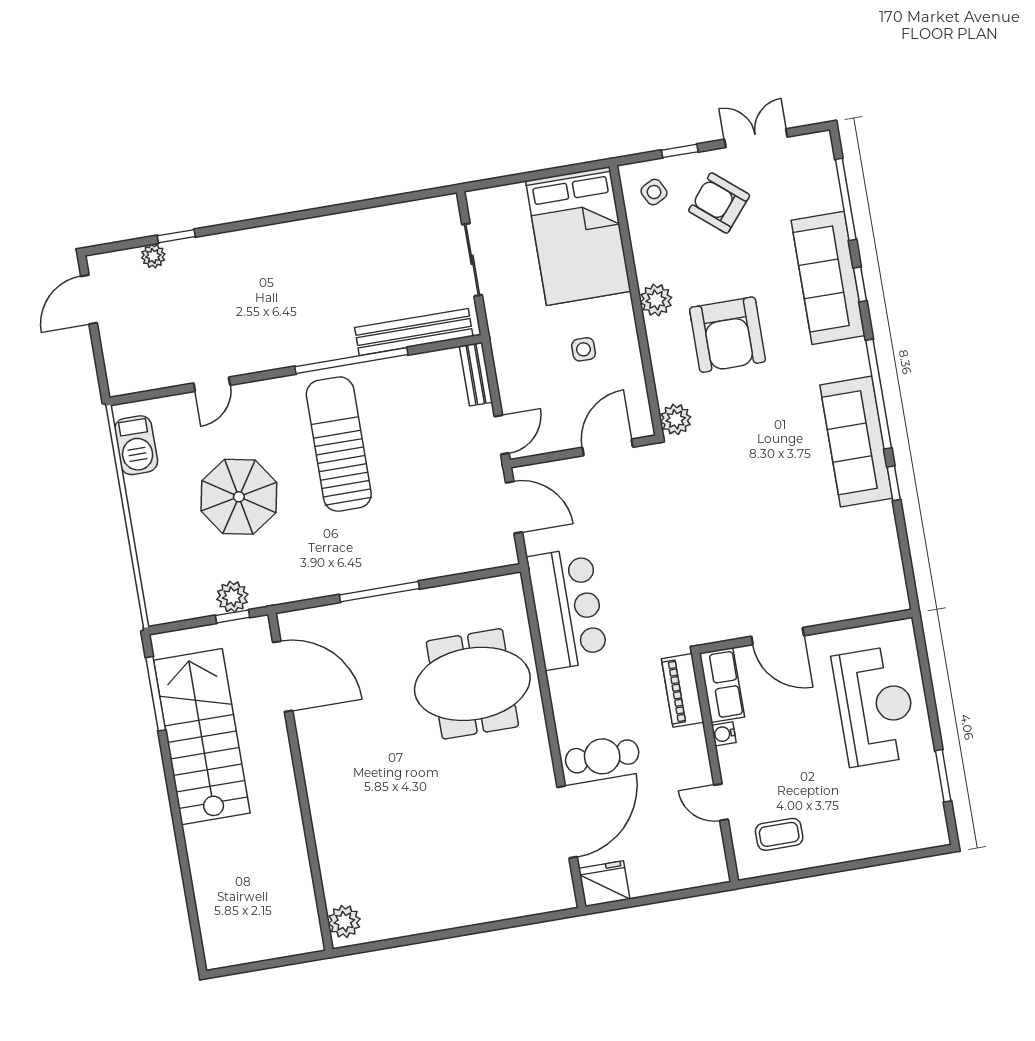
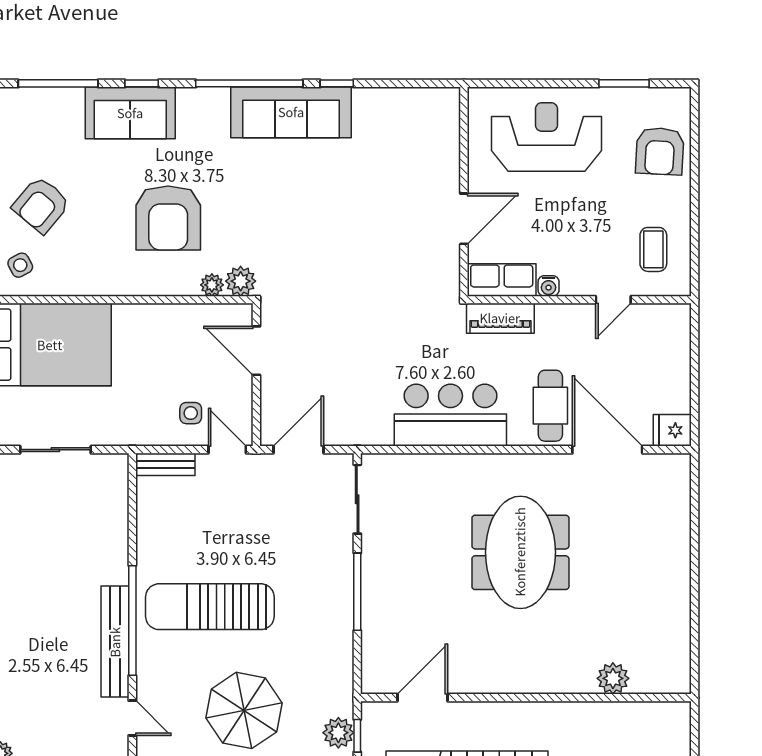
sofa: (828, 278) -> (130, 113), width x0.73
plant: (656, 300) -> (212, 285), moved, width x0.73, depth x0.73
bench: (414, 332) -> (115, 642), moved
armchair: (728, 335) -> (168, 218), turned 90
side table: (584, 349) -> (191, 413), moved
window: (351, 361) -> (132, 621), moved
sliding door: (474, 576) -> (357, 499), added
bar counter: (567, 608) -> (450, 415), moved
door: (283, 676) -> (423, 698), width x0.73
meeting table: (472, 684) -> (520, 552), moved
armchair: (880, 824) -> (660, 151), added
fridge: (604, 884) -> (672, 430), width x0.72
plant: (344, 921) -> (613, 678), moved

